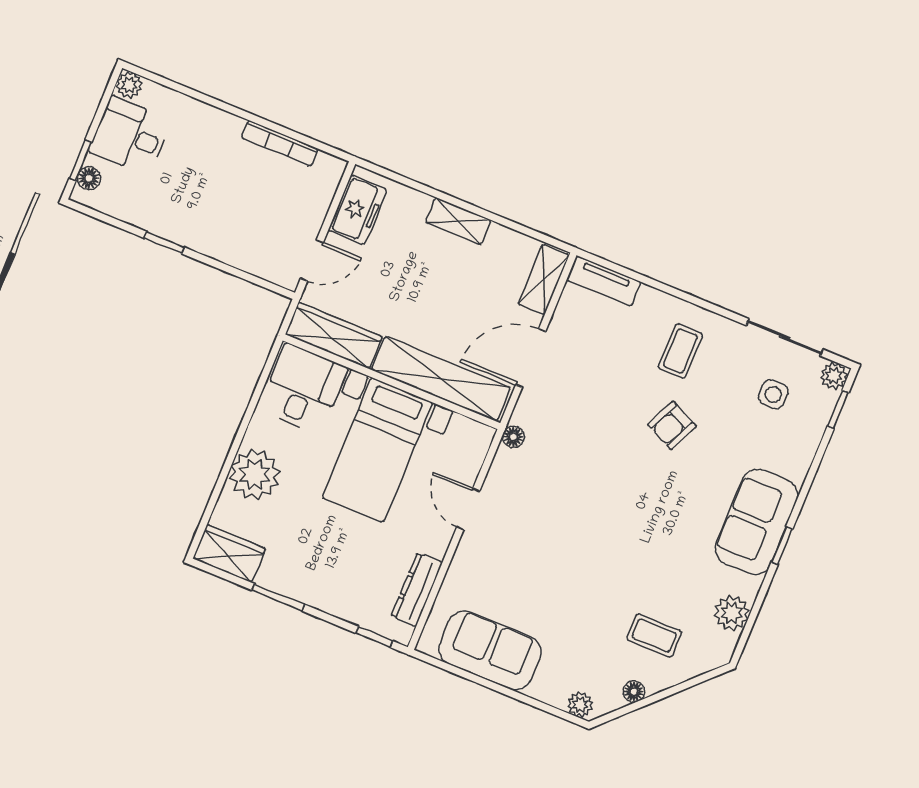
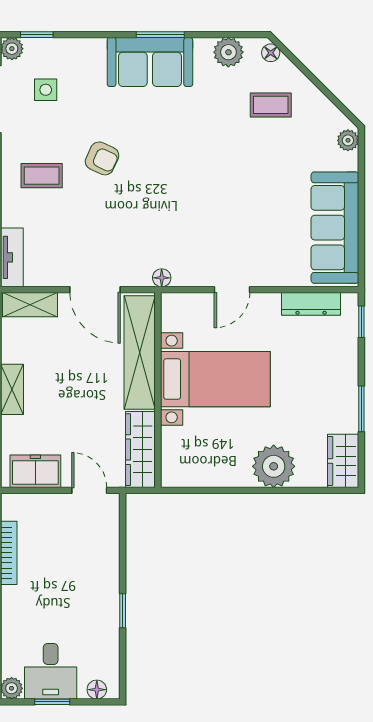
window: (80, 160) -> (52, 702), moved
desk: (303, 389) -> (192, 456), removed
window: (782, 546) -> (160, 35), width x1.50
coffee table: (654, 636) -> (271, 105), turned 90
sofa: (490, 651) -> (335, 228), width x1.36
floor lamp: (634, 692) -> (271, 53), moved

